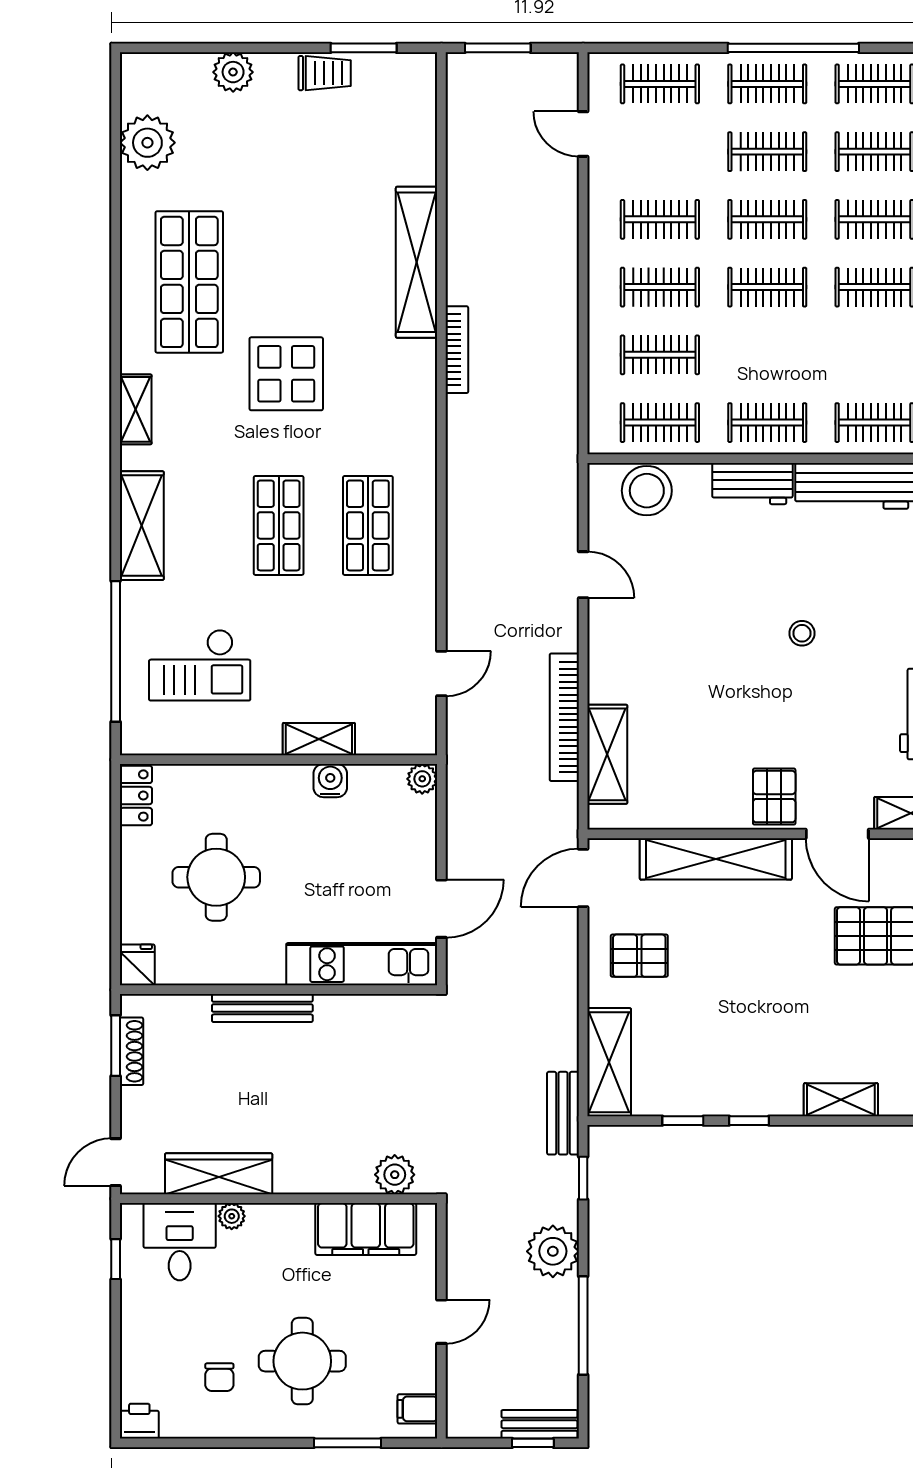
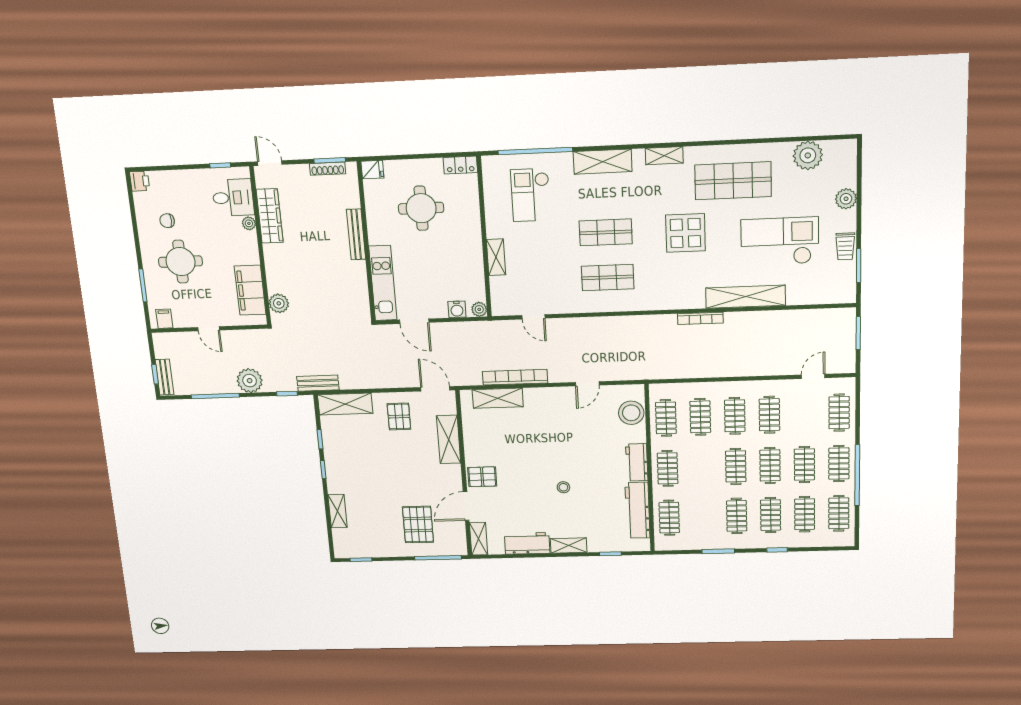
checkout: (310, 196) -> (780, 241), added
water cooler: (330, 781) -> (457, 309), moved, turned 90
shelving: (716, 859) -> (449, 439), width x0.68

